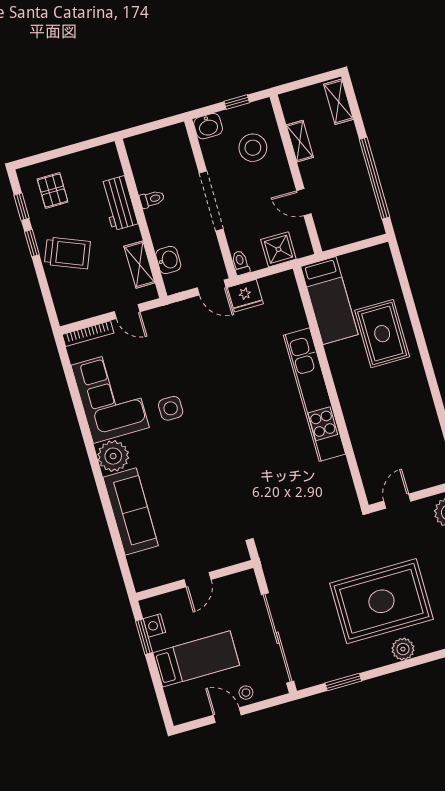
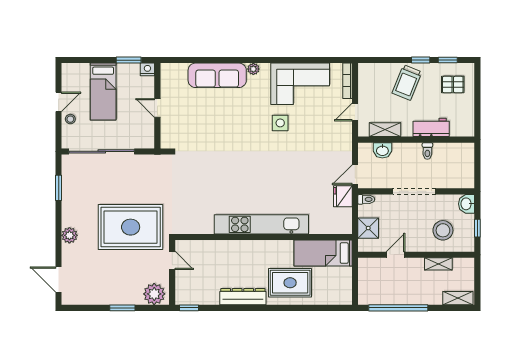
dresser: (419, 392) -> (243, 297), added
plant: (113, 456) -> (253, 69), width x0.53, depth x0.53
rug: (381, 601) -> (131, 227), moved, turned 90
nightstand: (154, 625) -> (147, 69), moved

